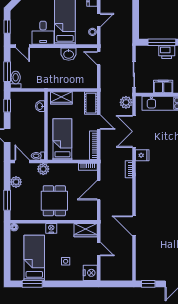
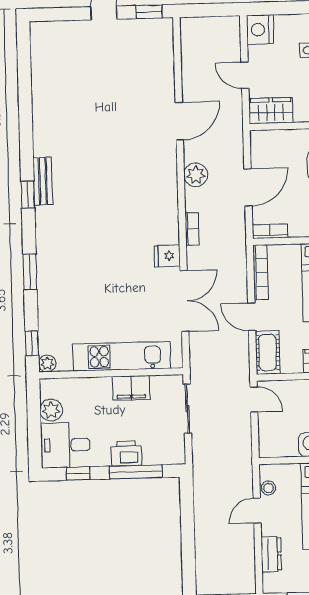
door: (99, 58) -> (254, 399), moved
plant: (126, 102) -> (196, 175), moved
door: (134, 226) -> (179, 121), hinge flipped

